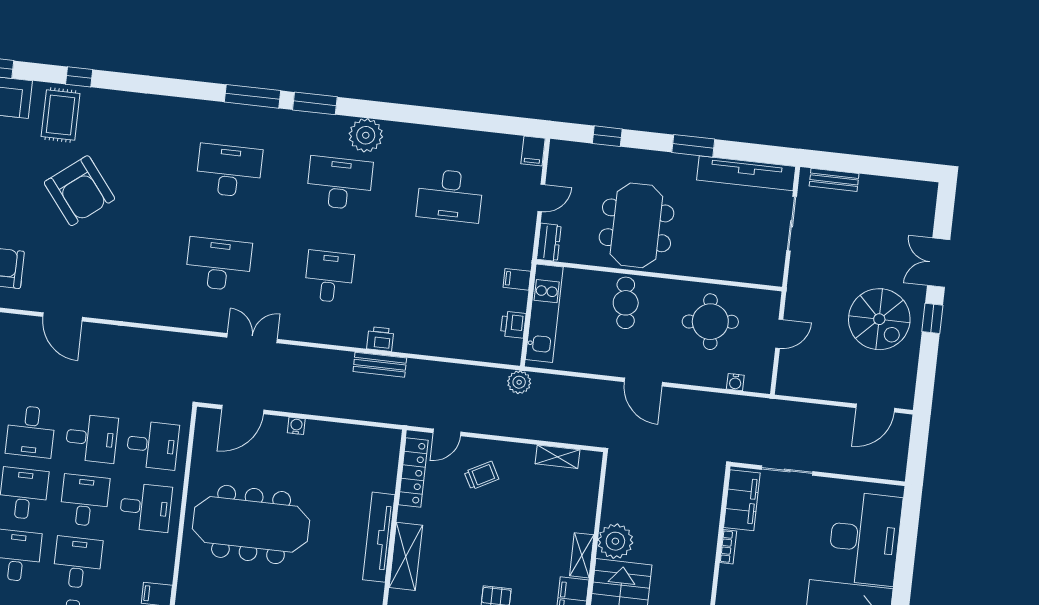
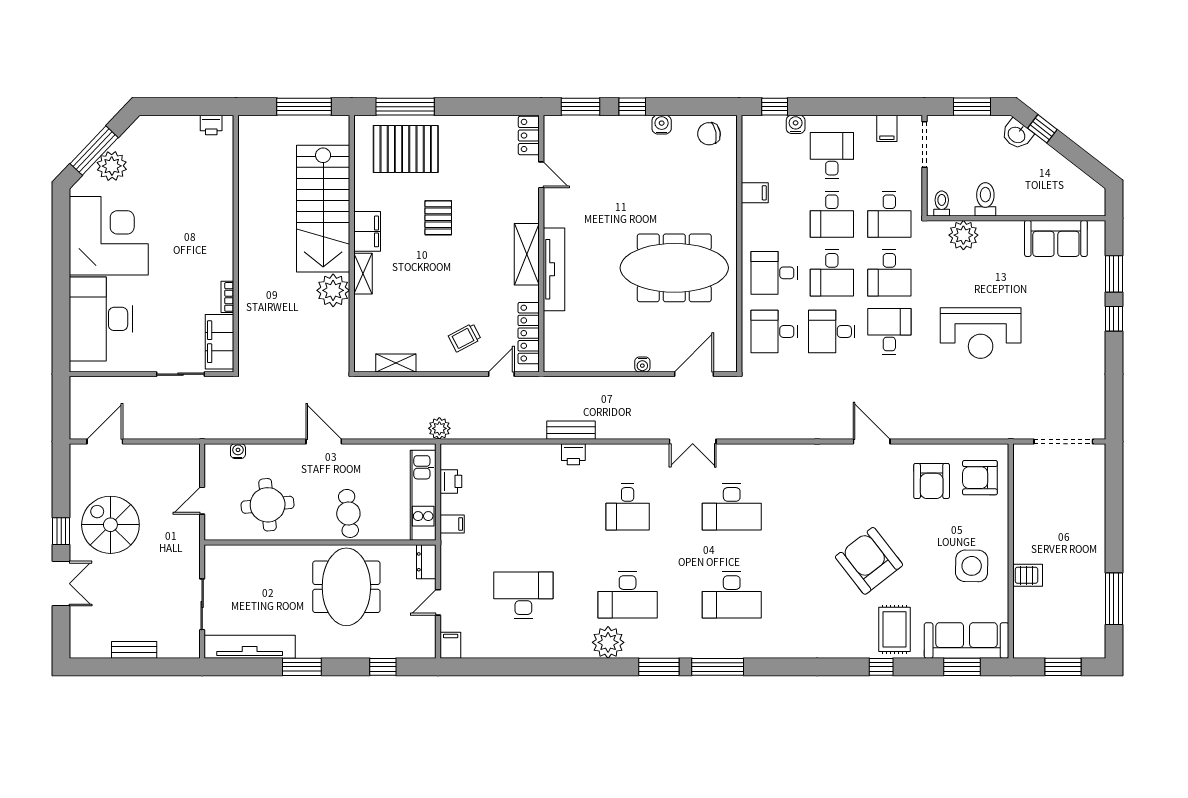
bench: (834, 180) -> (134, 650), moved

